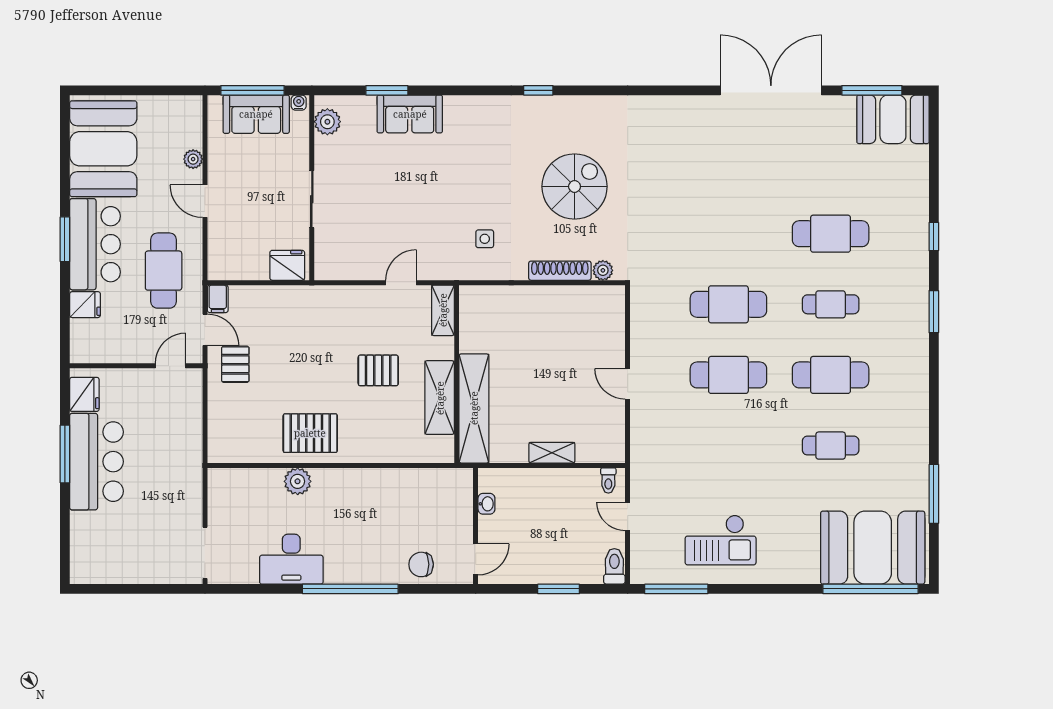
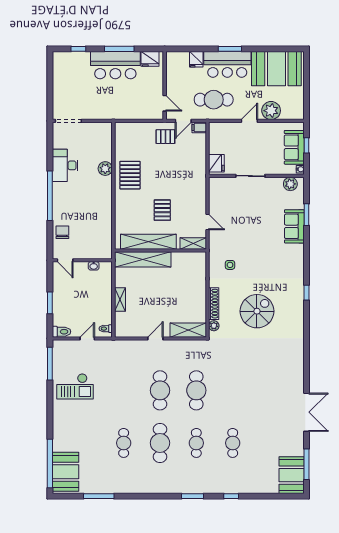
window: (252, 90) -> (306, 145), width x0.46
double door: (771, 90) -> (306, 412), width x0.73
plant: (193, 159) -> (271, 111), width x1.88, depth x1.88
spiral stairs: (575, 186) -> (257, 311), turned -90
cafe table: (831, 234) -> (233, 443), width x0.73, depth x0.74
shelving: (611, 320) -> (188, 330), added
shelving: (440, 398) -> (148, 242), width x1.47
window: (65, 533) -> (78, 49), added
checkout: (721, 540) -> (75, 386), turned -90
booth: (873, 548) -> (66, 472), width x0.73, depth x0.70

